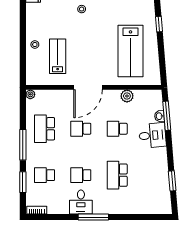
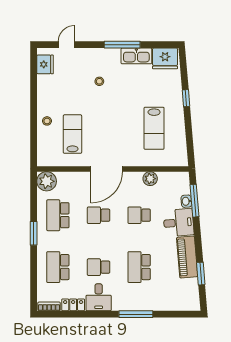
lab bench: (131, 51) -> (154, 128), width x0.73, depth x0.72
plant: (30, 94) -> (47, 181), width x1.88, depth x1.88
window: (23, 145) -> (34, 233), width x0.69
piano: (160, 166) -> (187, 257), added
school desk: (45, 175) -> (58, 267), width x1.85
window: (23, 182) -> (34, 275), removed
locker: (58, 209) -> (73, 305), added
window: (93, 217) -> (136, 314), moved

